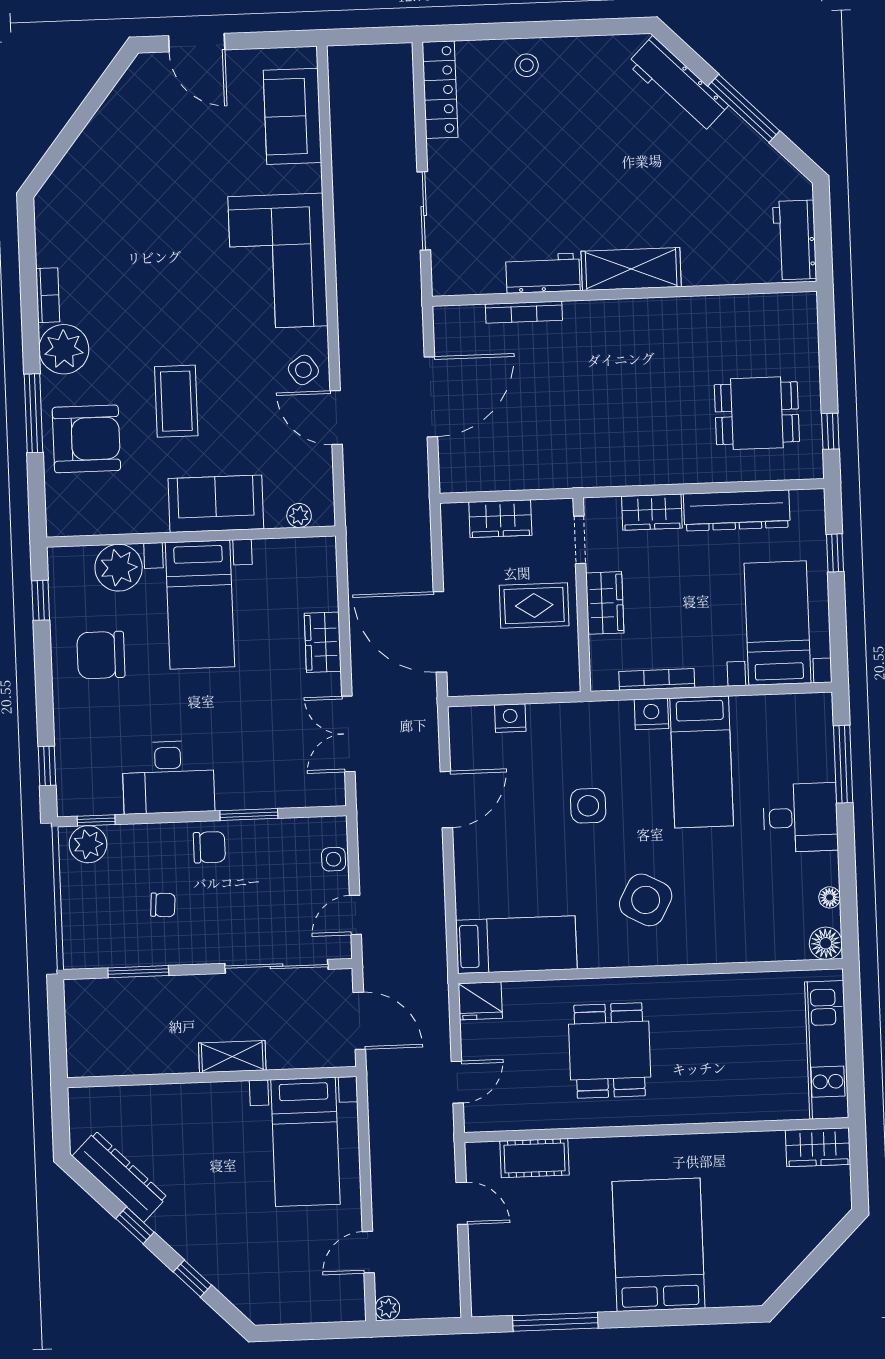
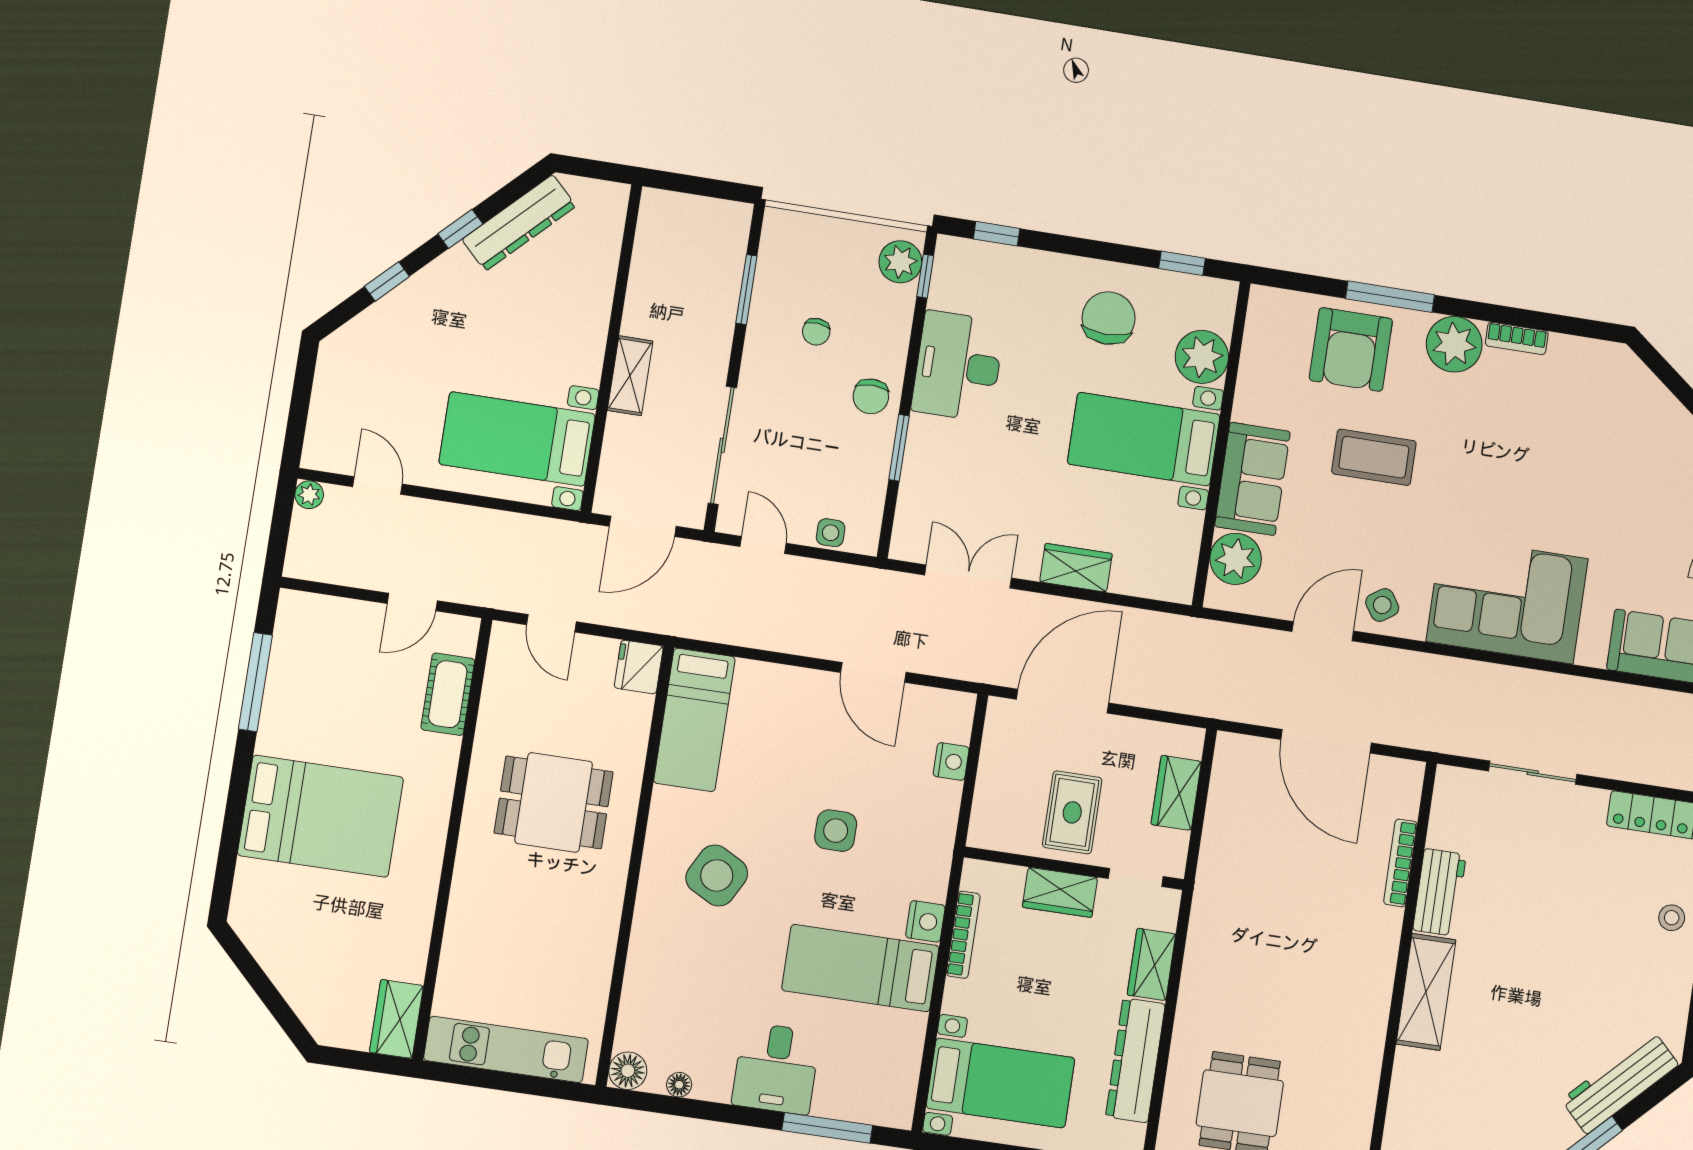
plant: (299, 515) -> (1236, 559), width x1.88, depth x1.88

